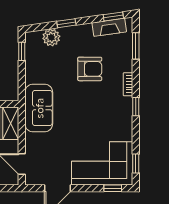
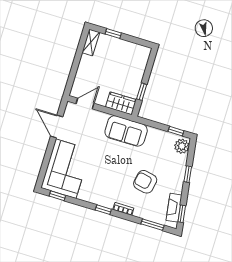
plant: (51, 37) -> (182, 146), moved
armchair: (90, 69) -> (145, 182), turned 101
window: (113, 188) -> (43, 171), removed

